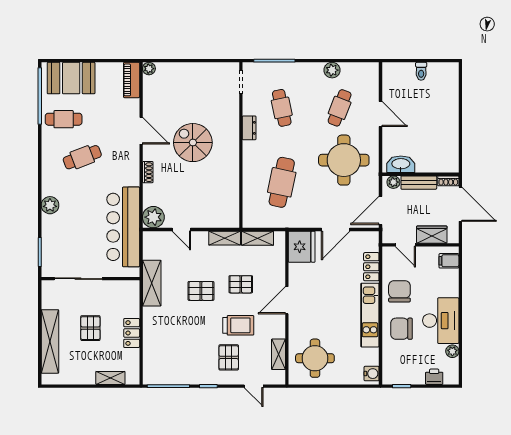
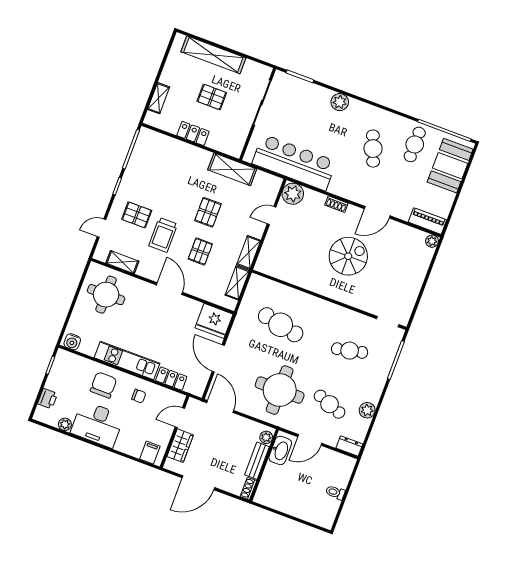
dresser: (249, 128) -> (349, 446), moved, turned 180
washbasin: (401, 164) -> (280, 450), moved
wall: (420, 174) -> (264, 465), moved
shoe rack: (448, 181) -> (248, 489), moved
plant: (393, 182) -> (266, 437), moved
bench: (419, 183) -> (257, 461), moved
chair: (399, 291) -> (139, 396), width x0.54, depth x0.54

